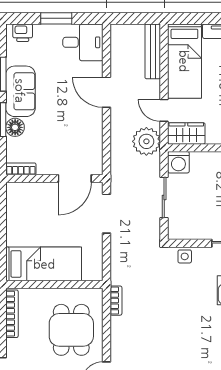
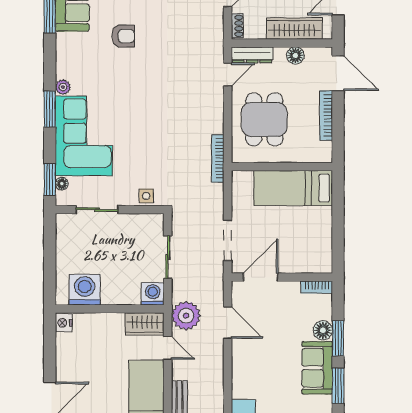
door: (107, 92) -> (228, 323), moved
bookcase: (116, 301) -> (218, 158), width x1.56
bookcase: (12, 314) -> (326, 116), moved

